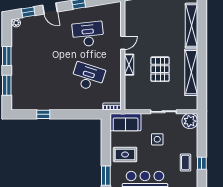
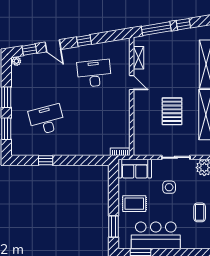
door: (123, 43) -> (132, 83), hinge flipped
shelving: (129, 65) -> (139, 58), moved
desk: (88, 77) -> (47, 120), moved, turned -33

